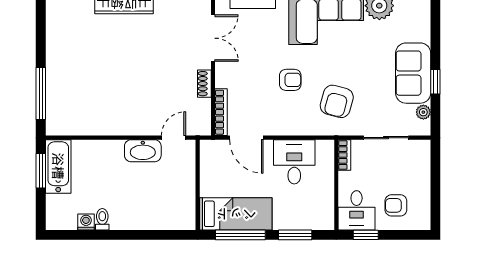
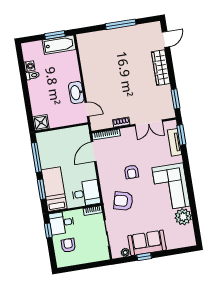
window: (41, 93) -> (121, 24), moved
desk: (294, 162) -> (86, 193), moved
bed: (236, 214) -> (54, 189), moved, turned 180
shower: (184, 218) -> (41, 123), added

